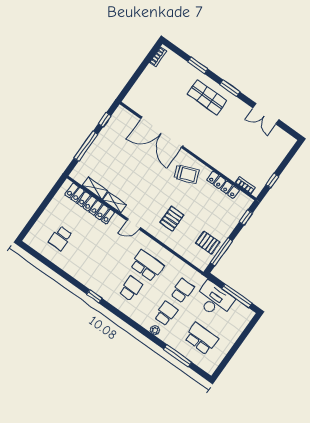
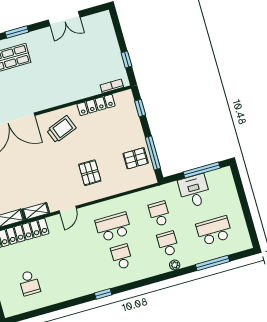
desk: (214, 300) -> (194, 191), width x0.73

